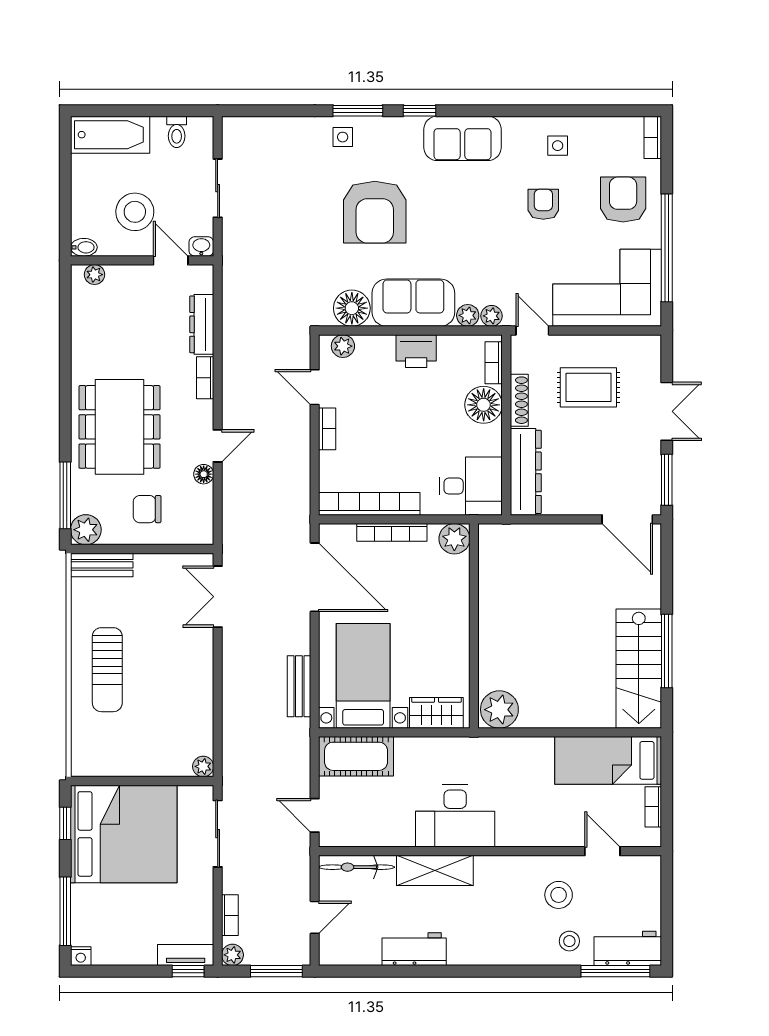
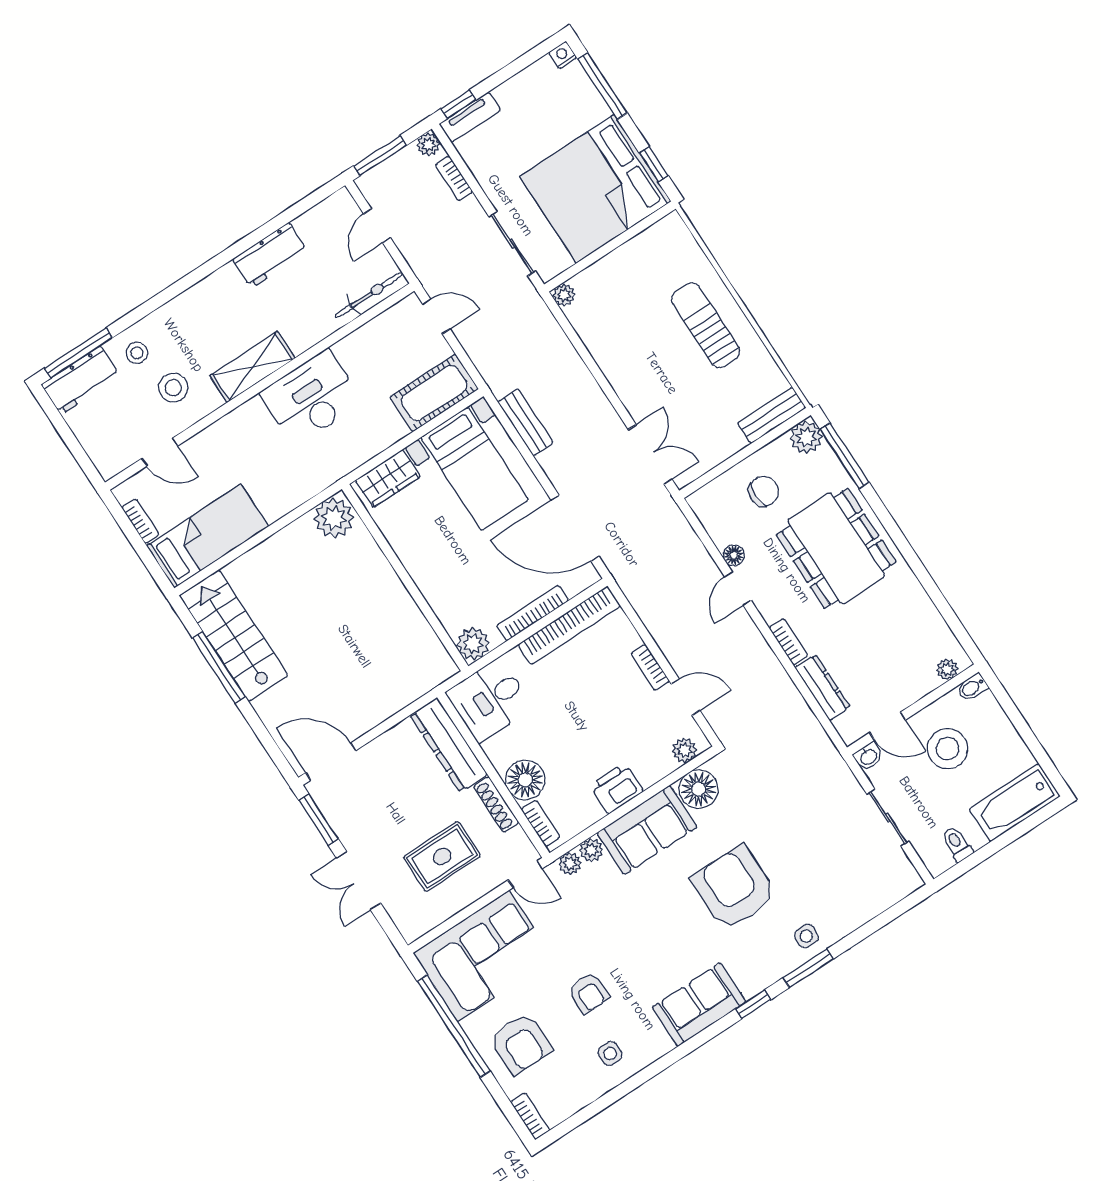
shelving: (435, 870) -> (252, 367), moved

